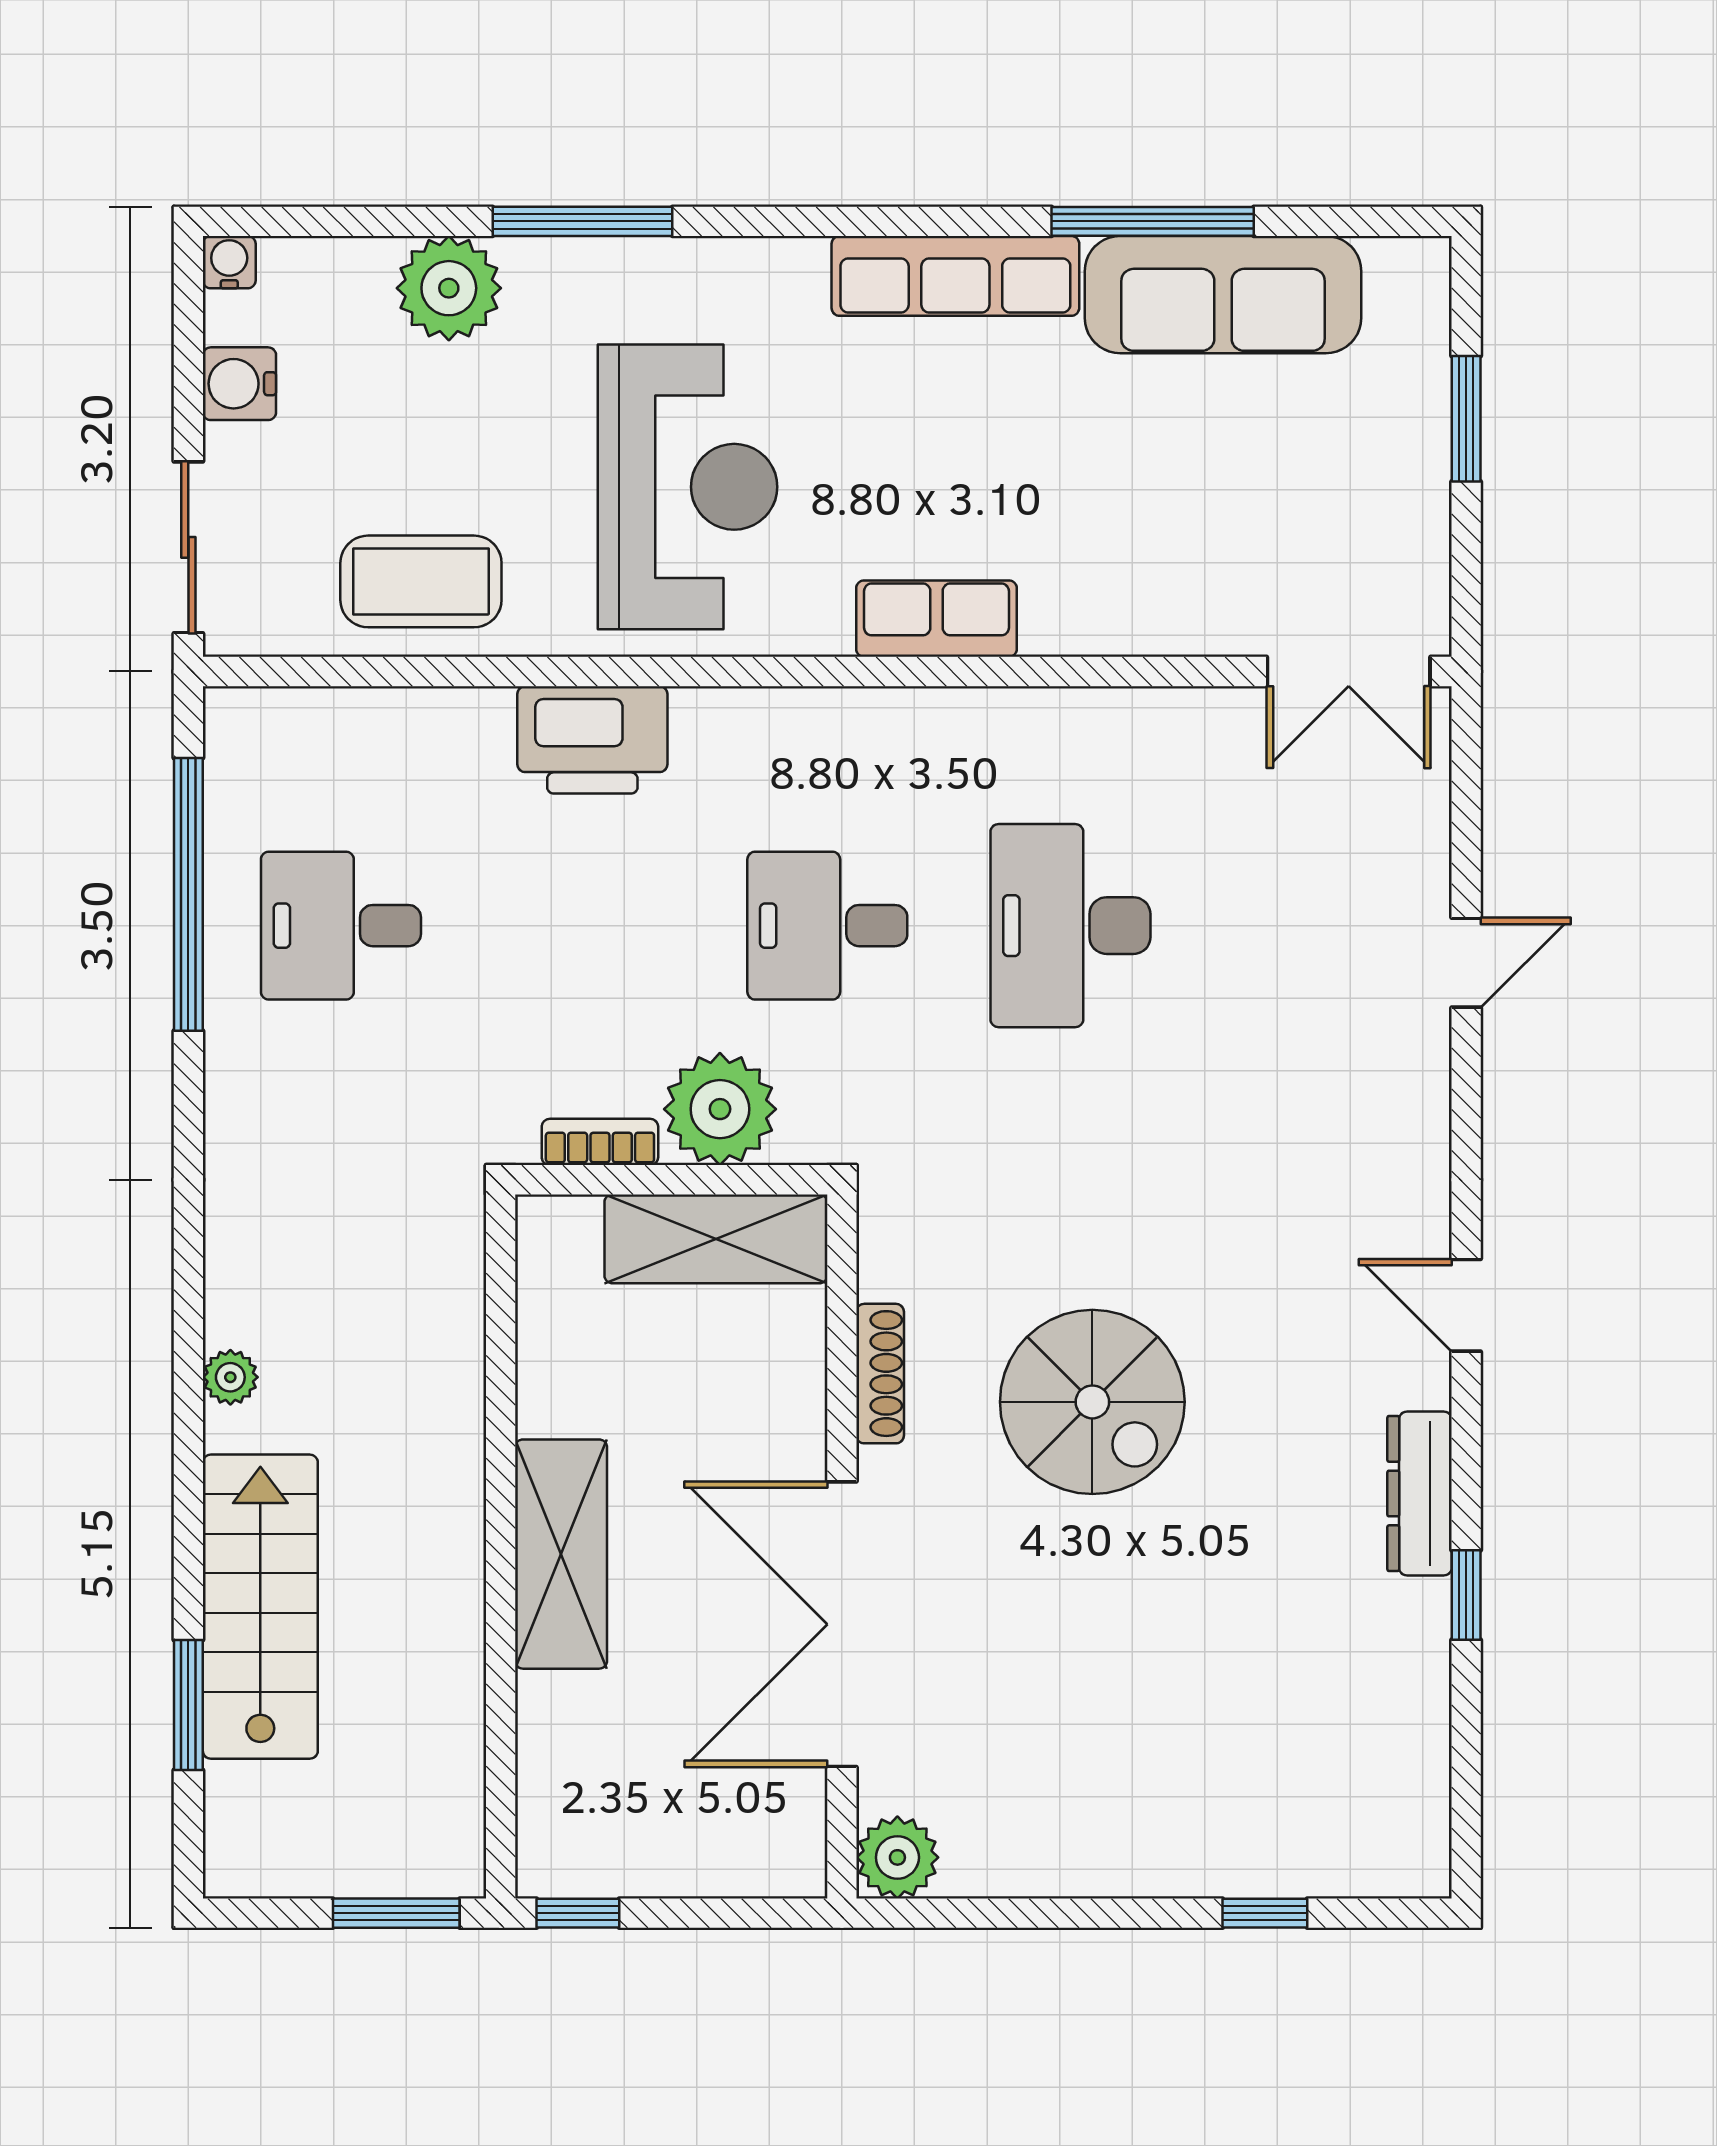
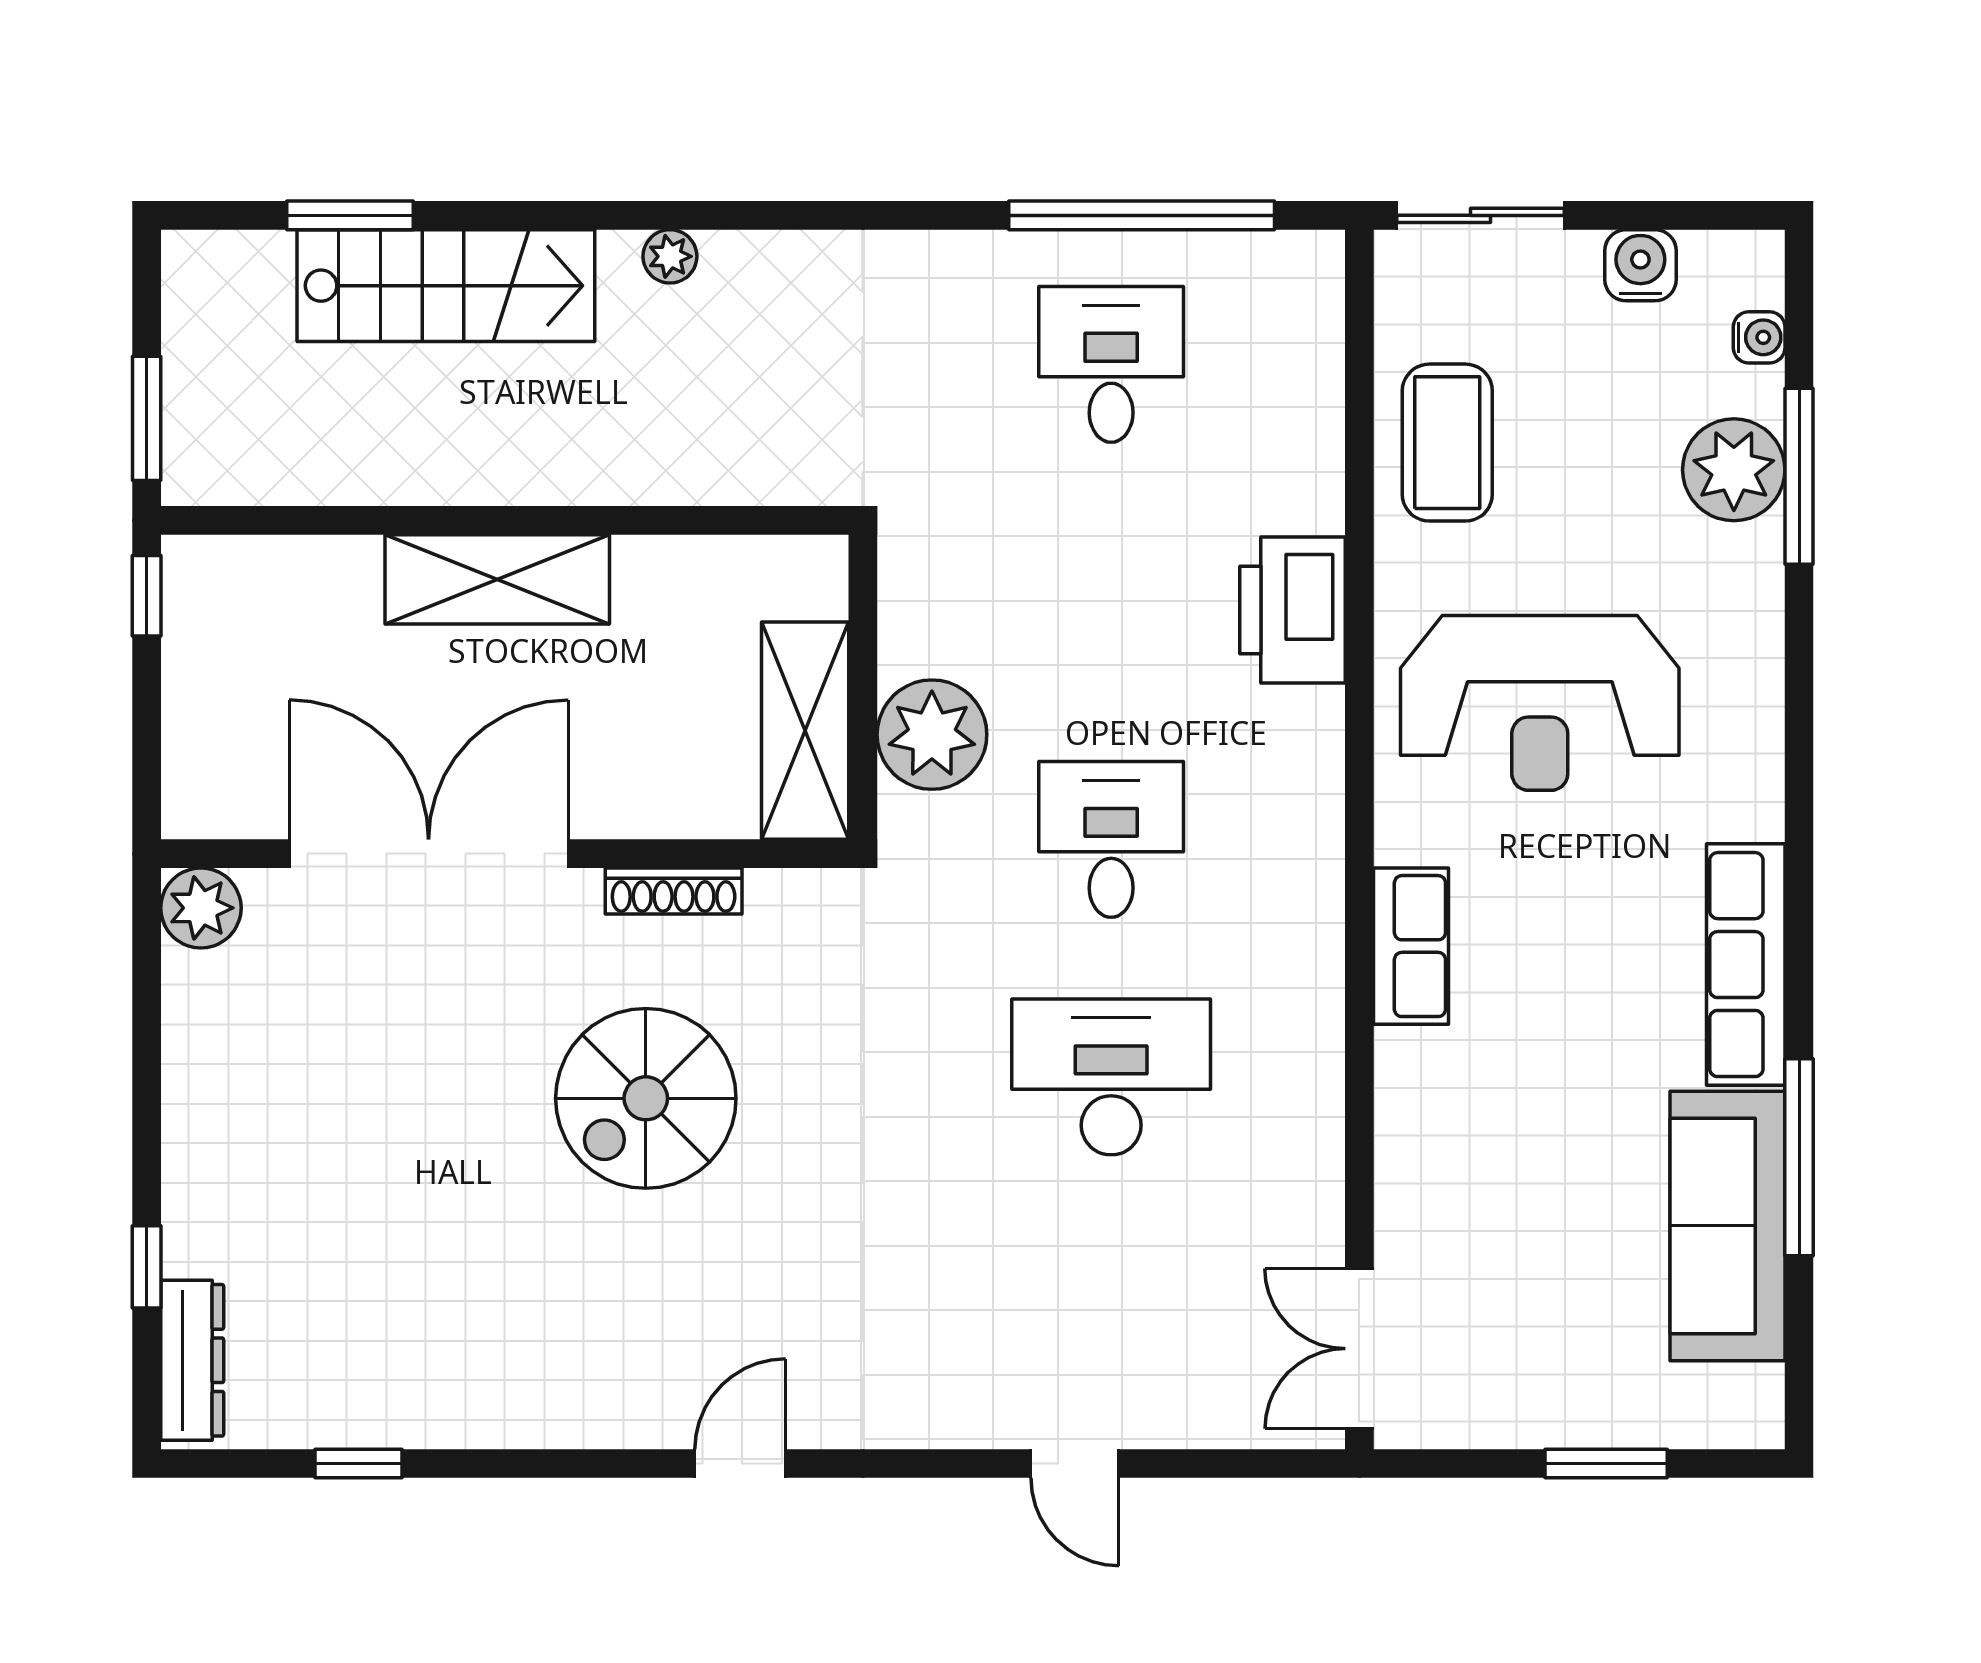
window: (582, 221) -> (1799, 476), moved
water cooler: (229, 262) -> (1759, 337), moved
bookcase: (600, 1142) -> (900, 617), removed
dresser: (1420, 1494) -> (192, 1360), moved, turned 90
window: (1466, 1595) -> (358, 1464), moved

